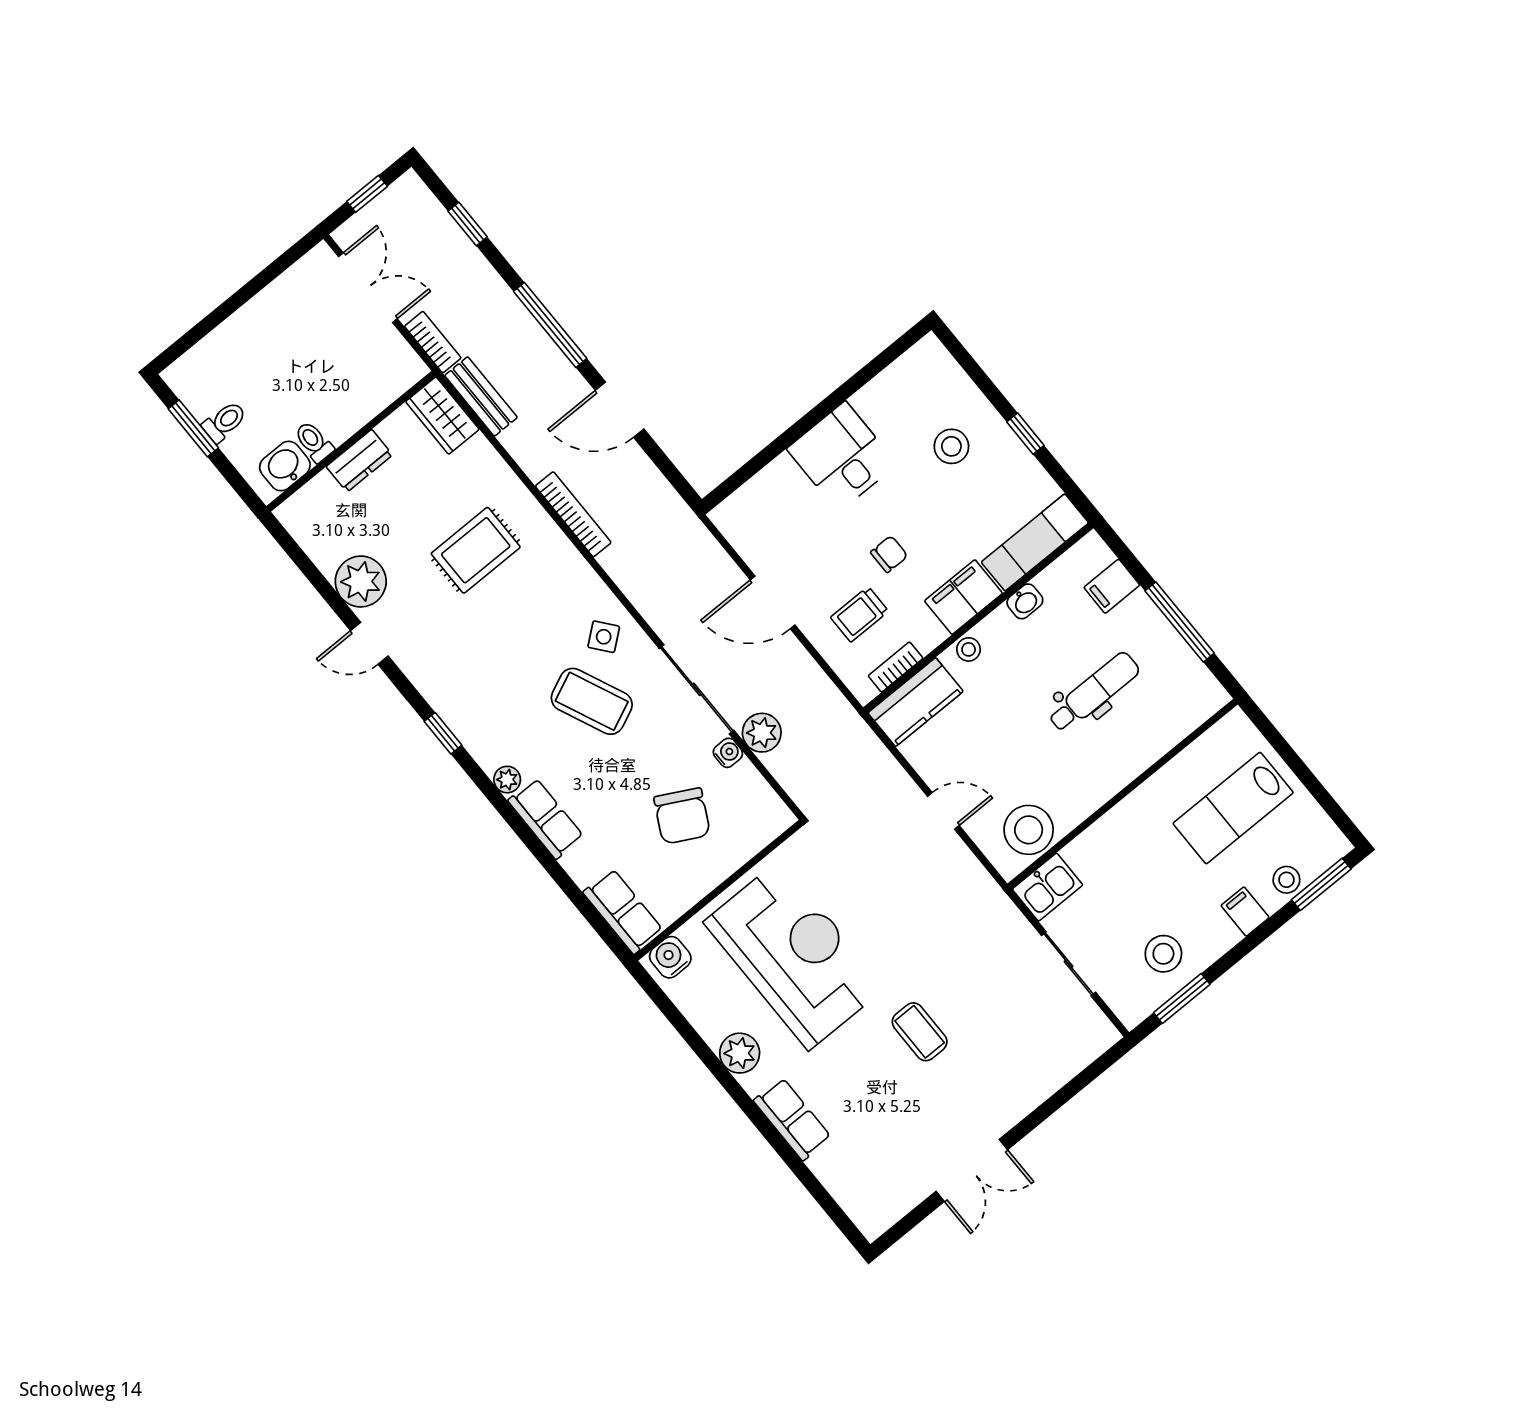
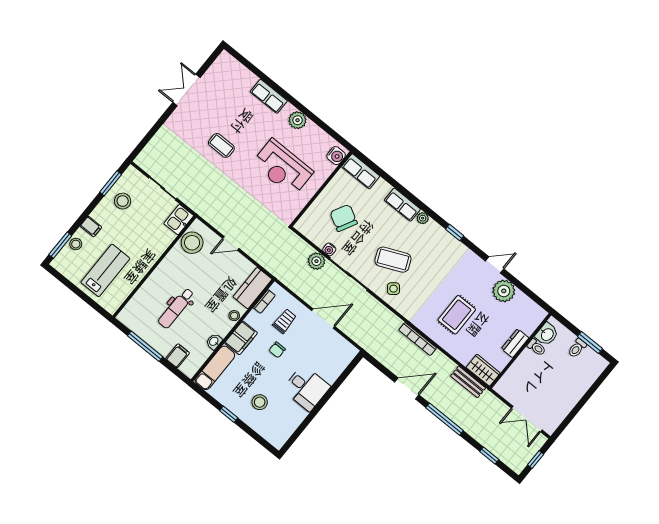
bookcase: (433, 342) -> (494, 401), removed
reception desk: (794, 955) -> (283, 168), width x0.74, depth x0.77

